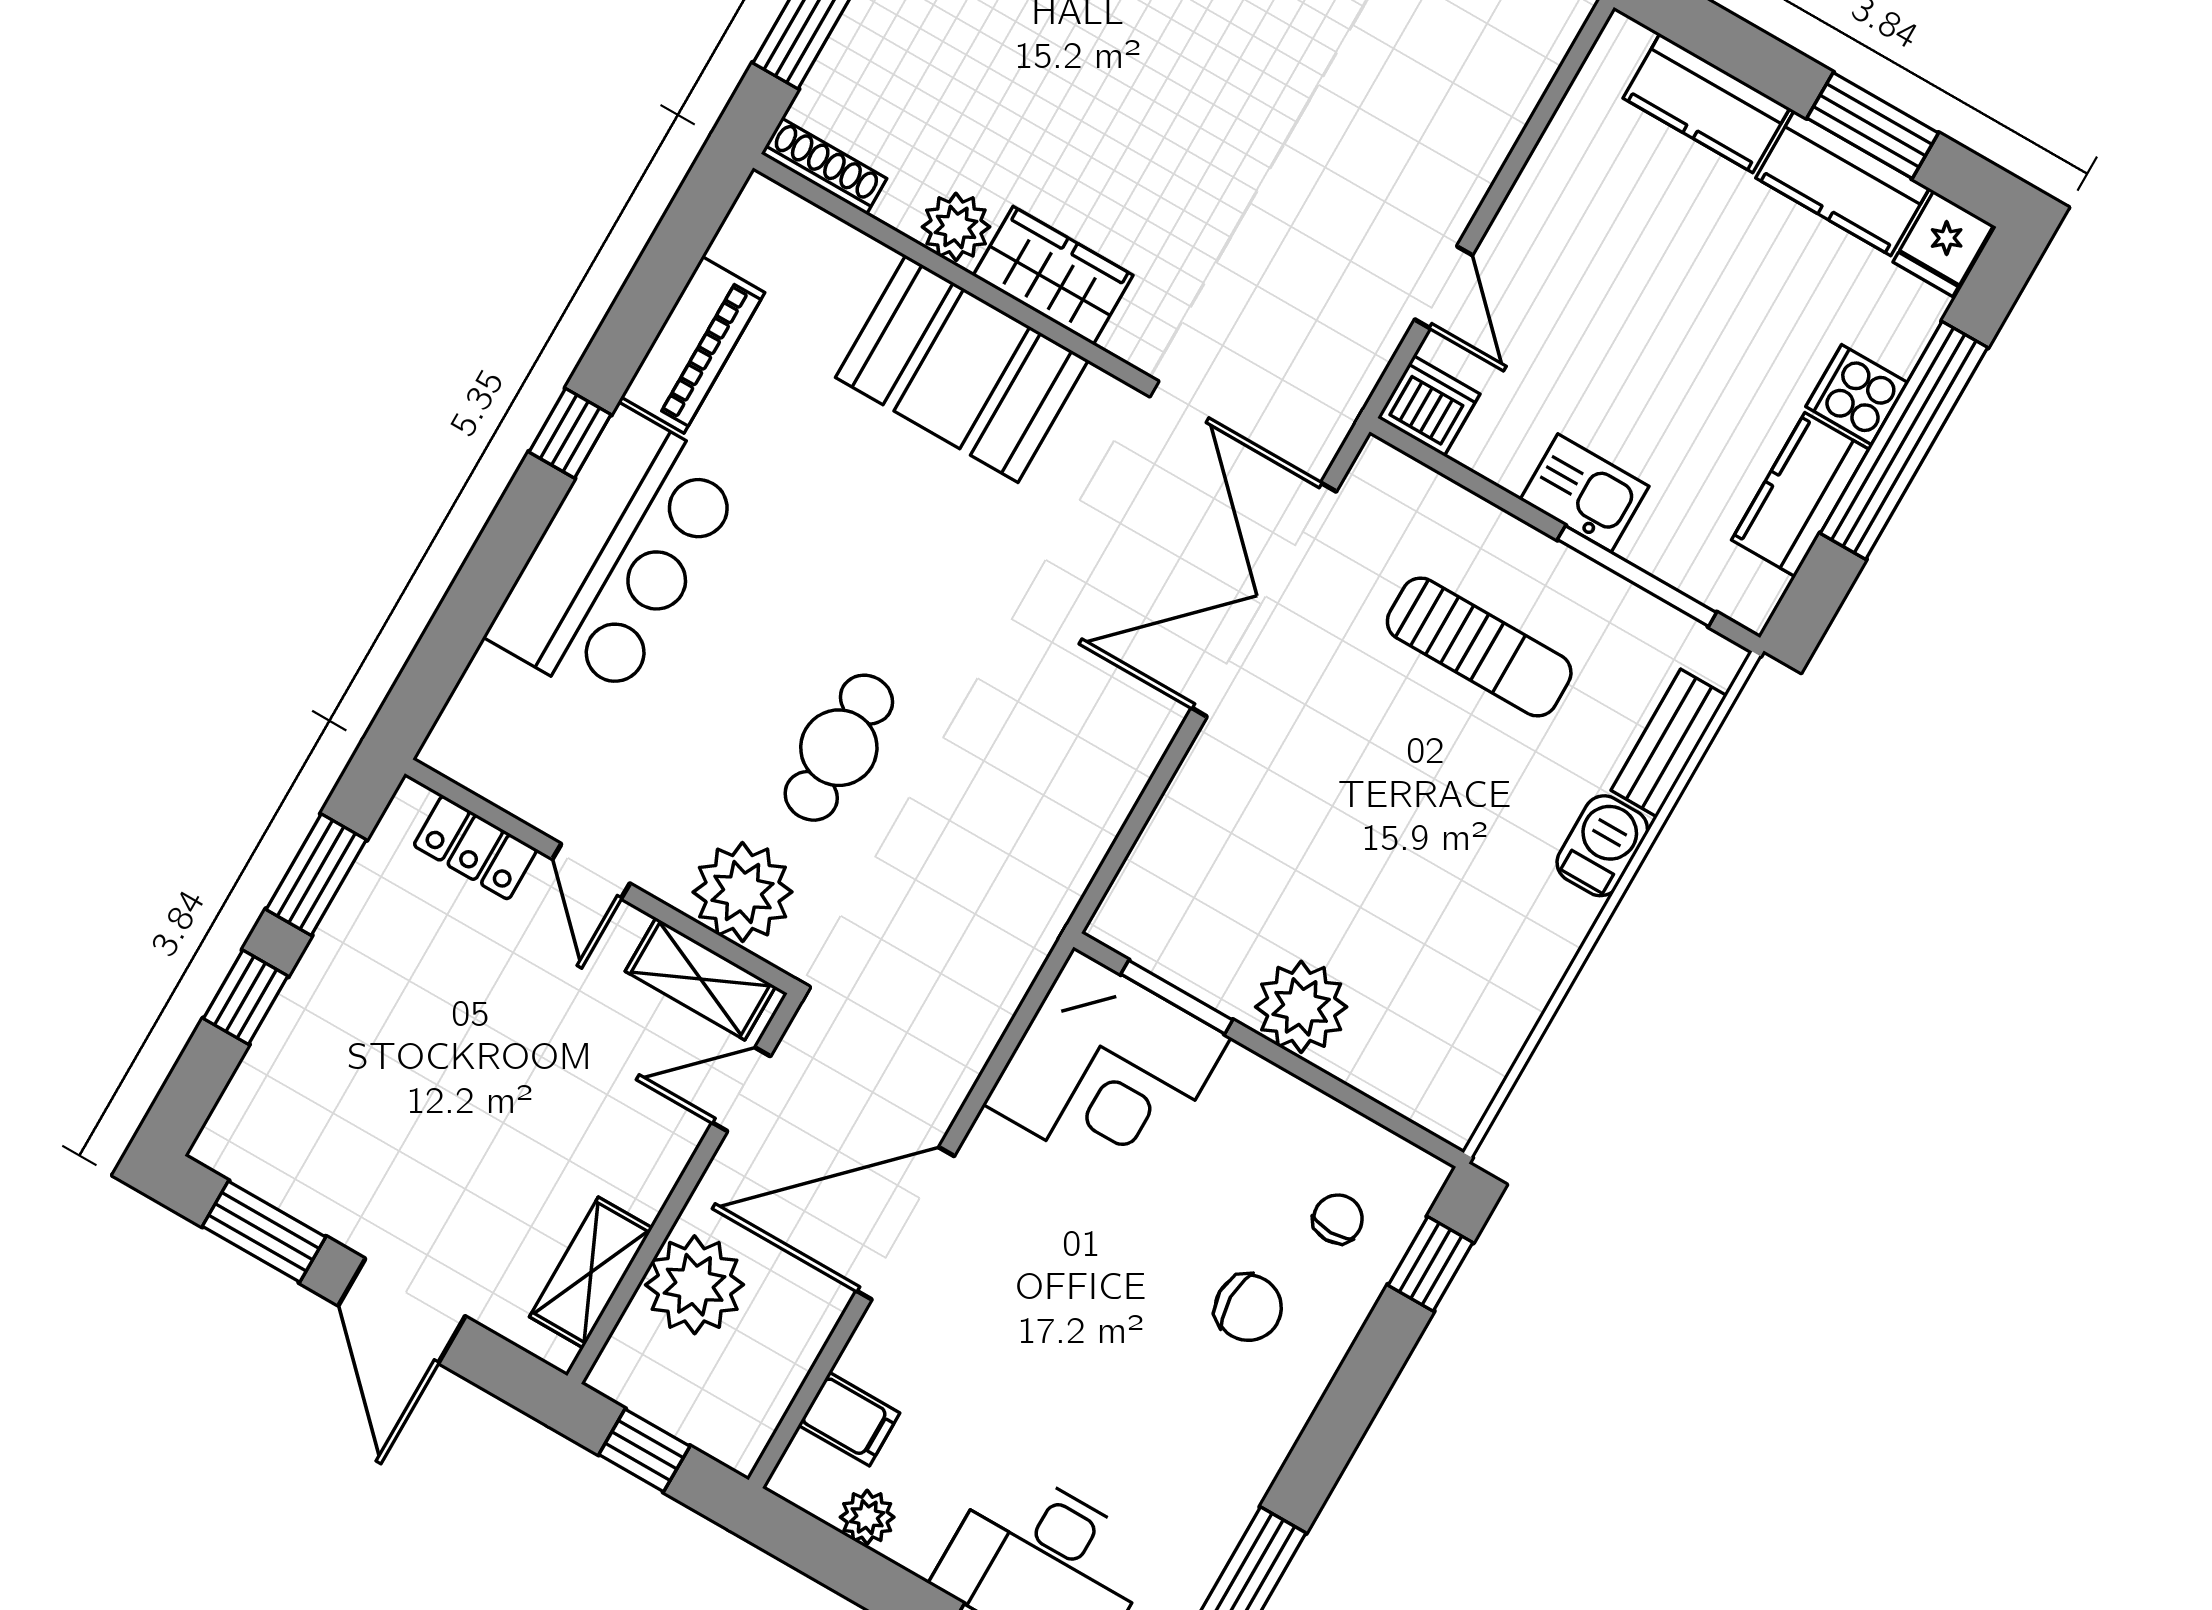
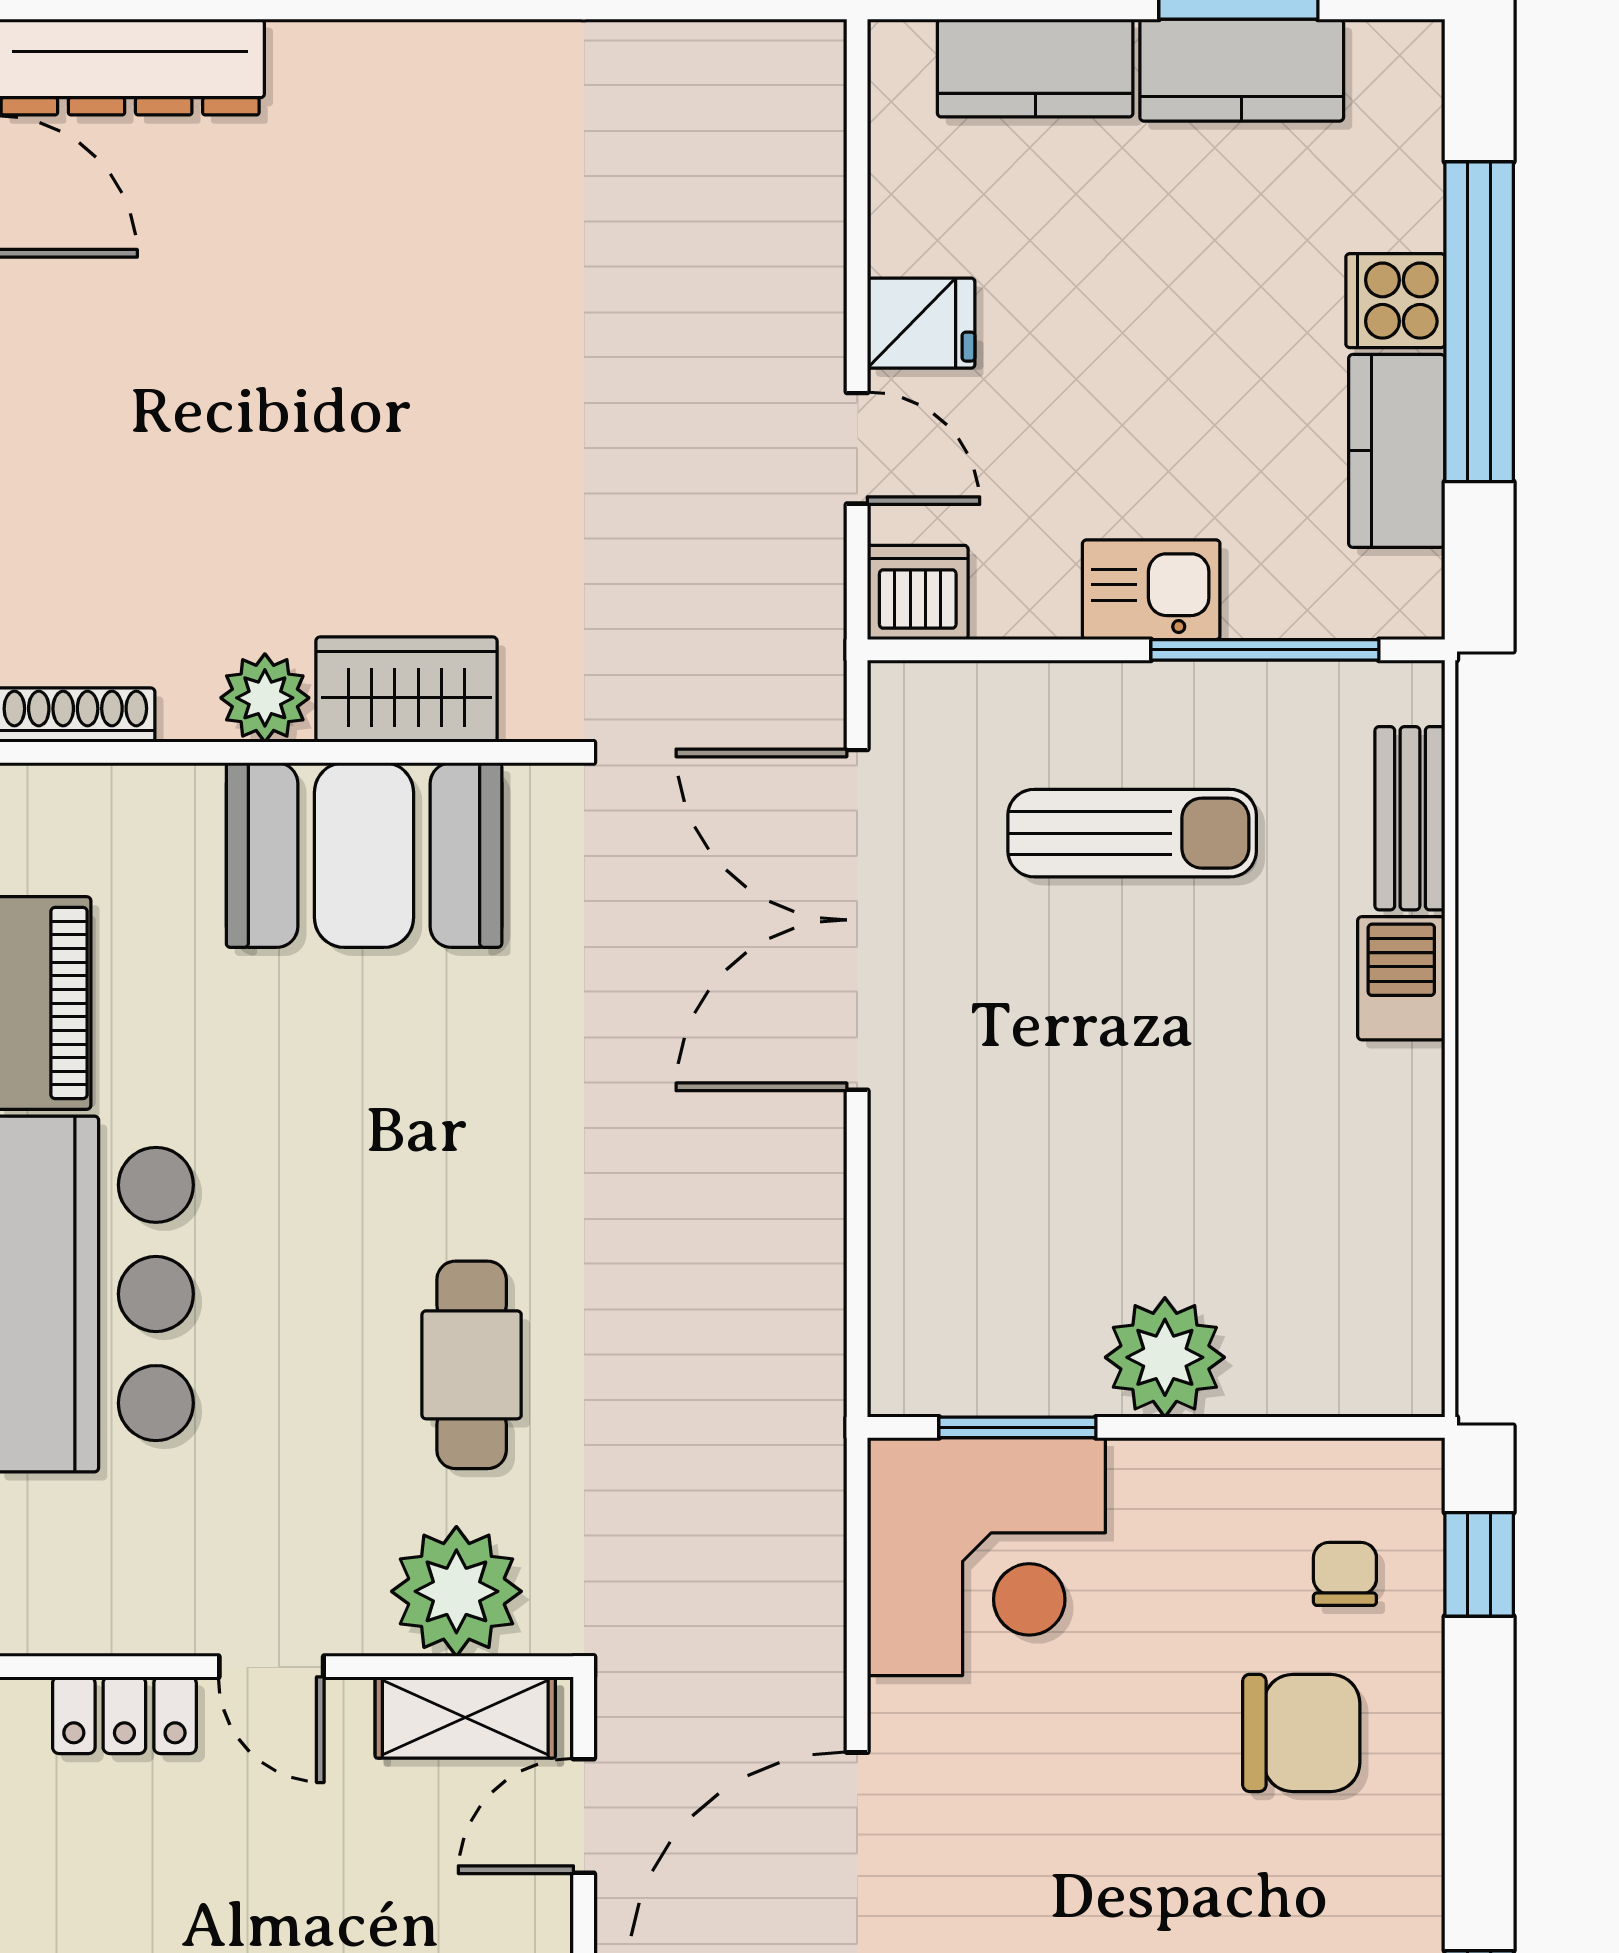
fridge: (1943, 244) -> (921, 323), moved, turned -90
chair: (1248, 1308) -> (1301, 1733), width x1.37, depth x1.37

